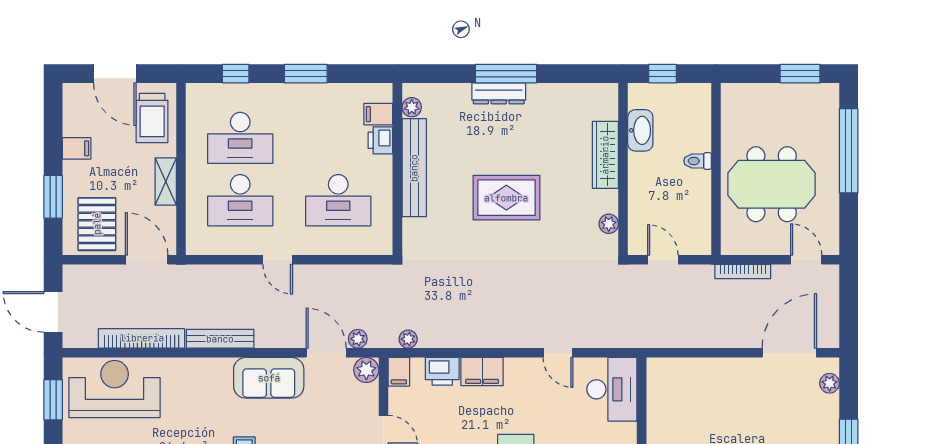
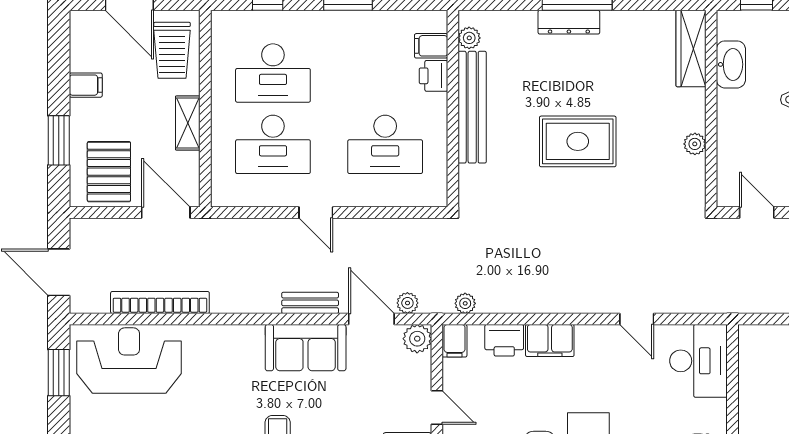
wardrobe: (605, 155) -> (691, 49), moved
plant: (609, 224) -> (695, 144), moved
bench: (220, 339) -> (310, 303), moved, width x0.73

